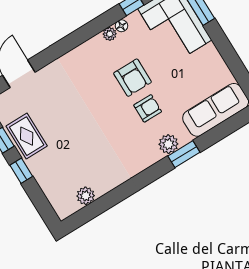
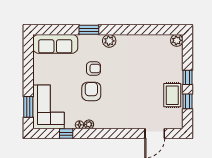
armchair: (148, 108) -> (93, 69), turned 180
plant: (168, 144) -> (109, 41), moved
plant: (86, 196) -> (177, 40), moved

